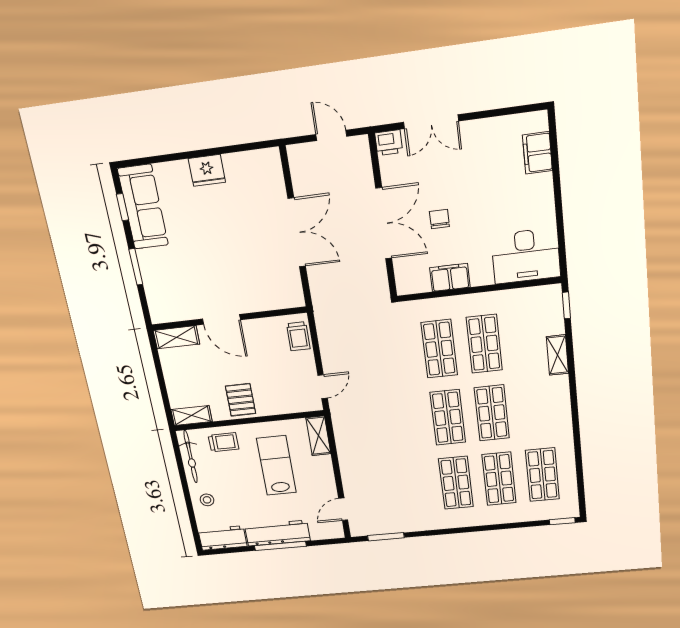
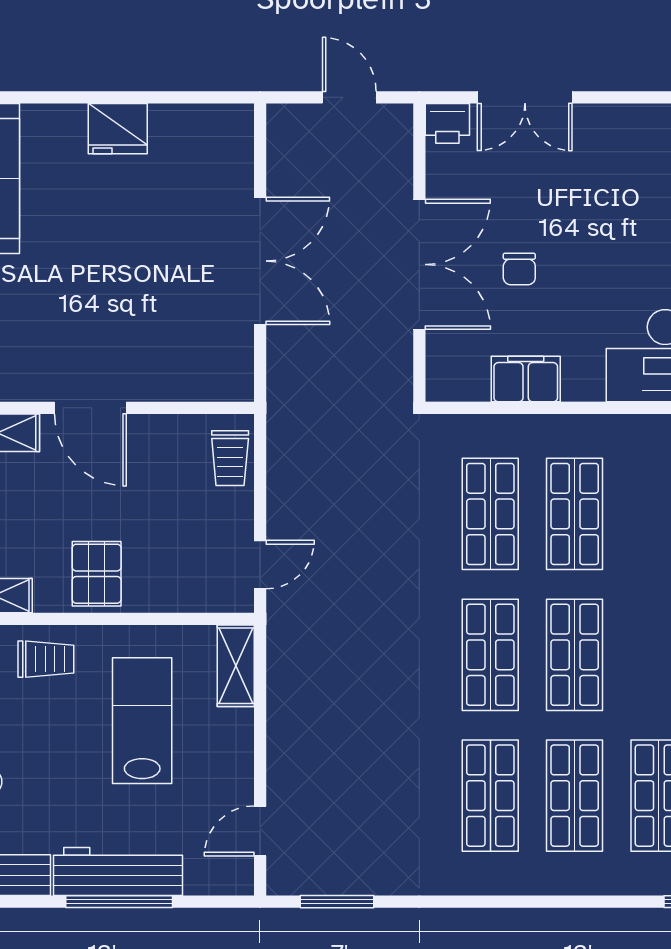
chair: (439, 219) -> (519, 269), turned 180

